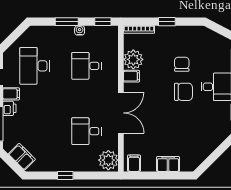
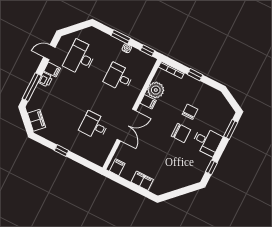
plant: (108, 160) -> (99, 155), removed

